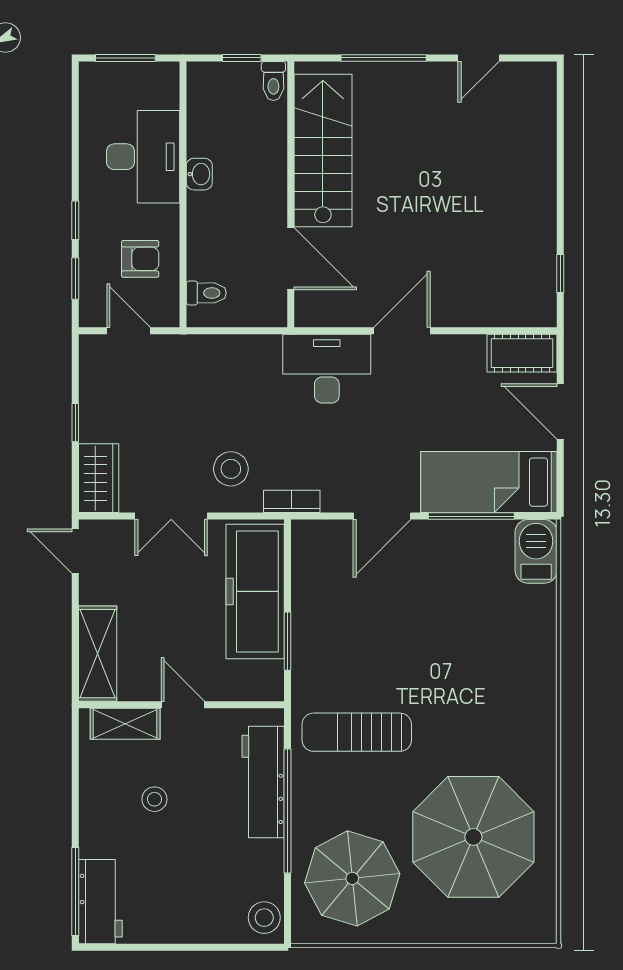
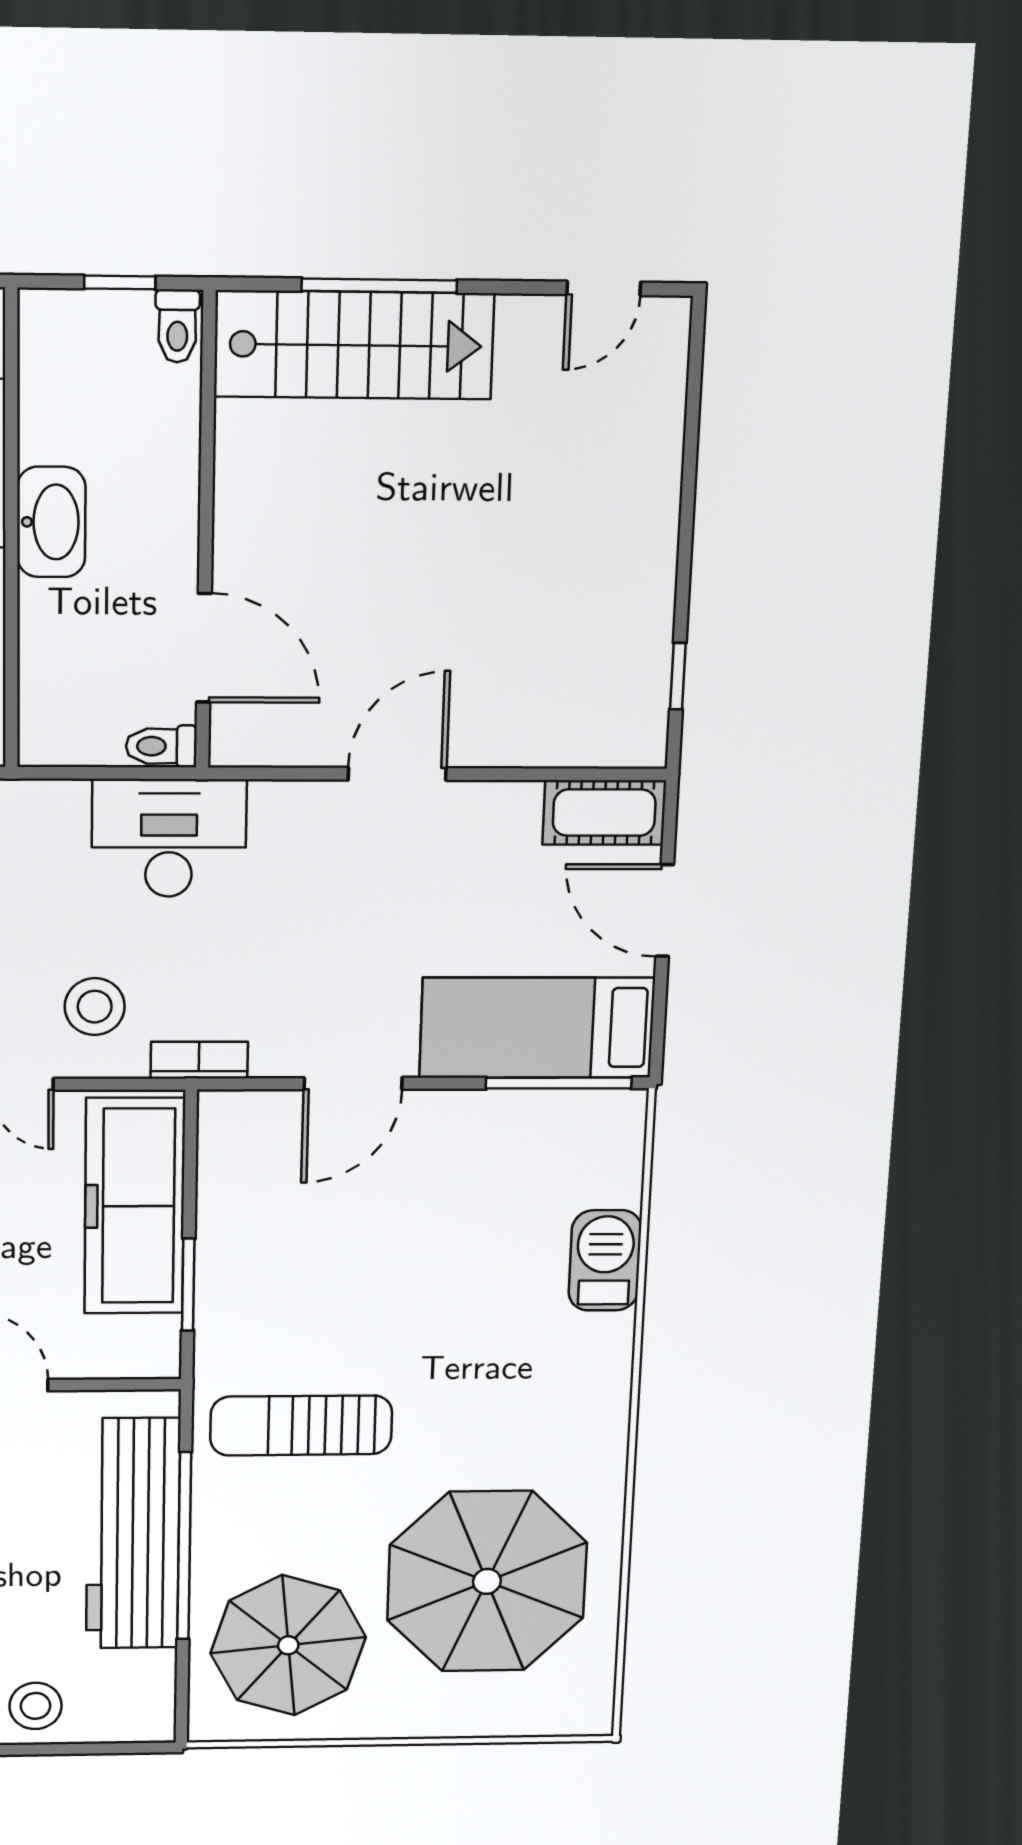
door: (479, 58) -> (604, 288), moved
stairs: (323, 151) -> (354, 345), moved, turned 90
washbasin: (199, 174) -> (51, 522), width x1.91, depth x1.45
toilet: (206, 293) -> (161, 746), moved, turned 180
desk: (327, 369) -> (169, 838), moved
window: (471, 516) -> (559, 1083), moved
barbecue: (536, 551) -> (605, 1260), moved
workbench: (263, 782) -> (133, 1534), width x1.36, depth x1.32
stool: (264, 918) -> (36, 1706), moved

